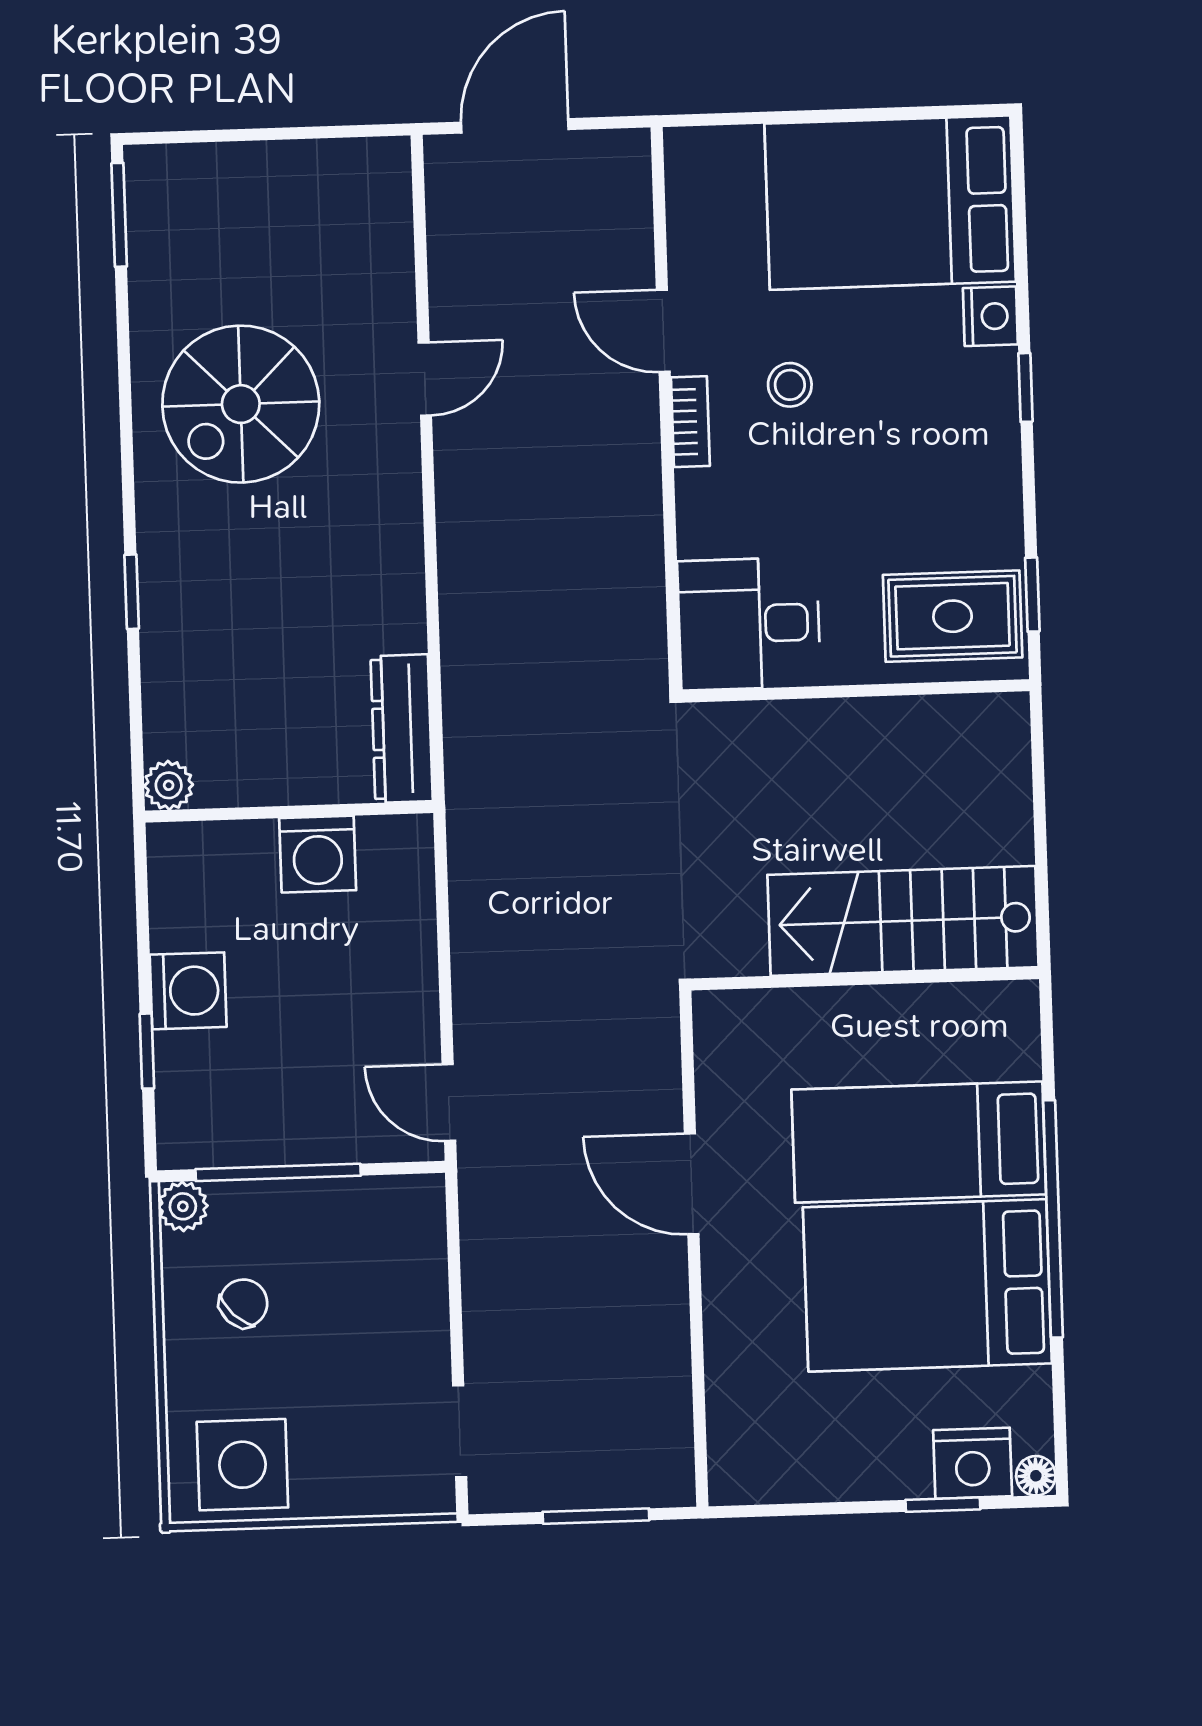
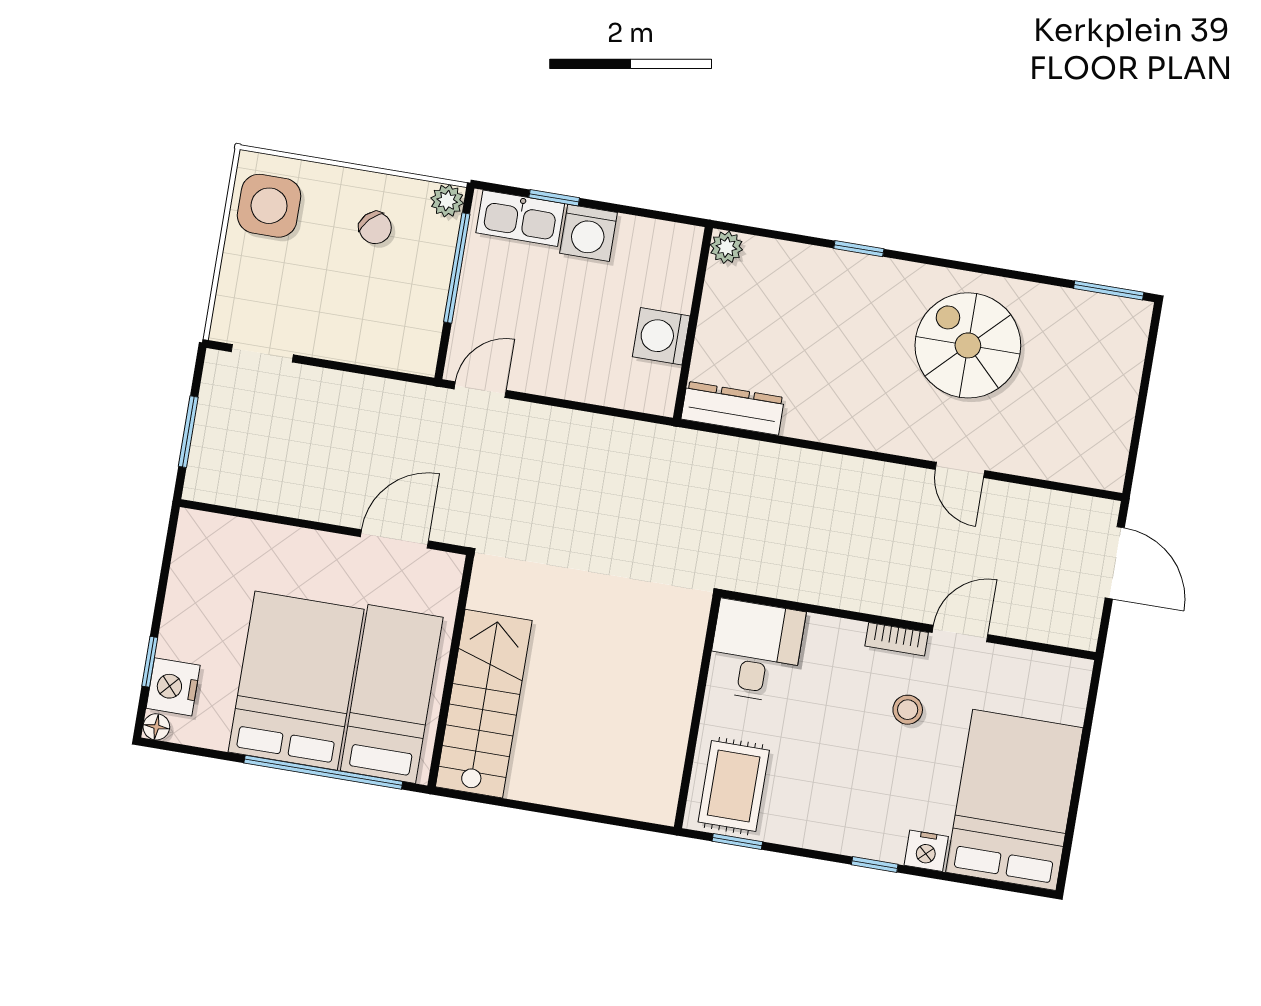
stairs: (903, 921) -> (484, 704), moved
wall: (865, 979) -> (451, 671), moved
kitchen sink: (187, 1095) -> (520, 218), added

